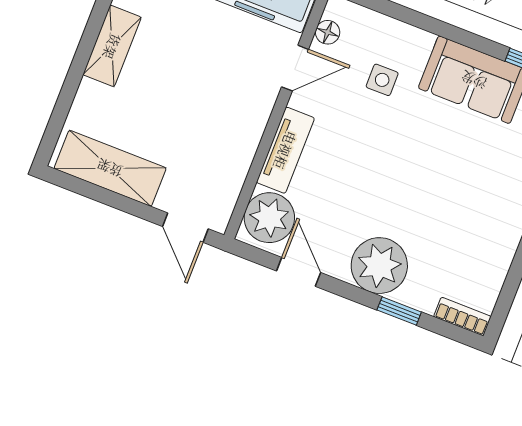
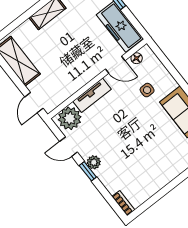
plant: (379, 266) -> (94, 162), width x0.53, depth x0.53
door: (299, 272) -> (69, 147), swing flipped
window: (399, 311) -> (88, 171), moved

